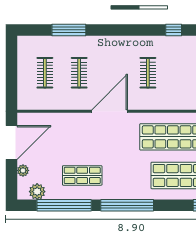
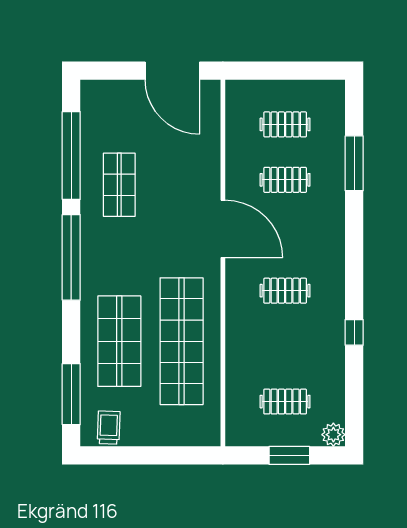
plant: (23, 170) -> (127, 89), removed
plant: (37, 192) -> (93, 112), removed

